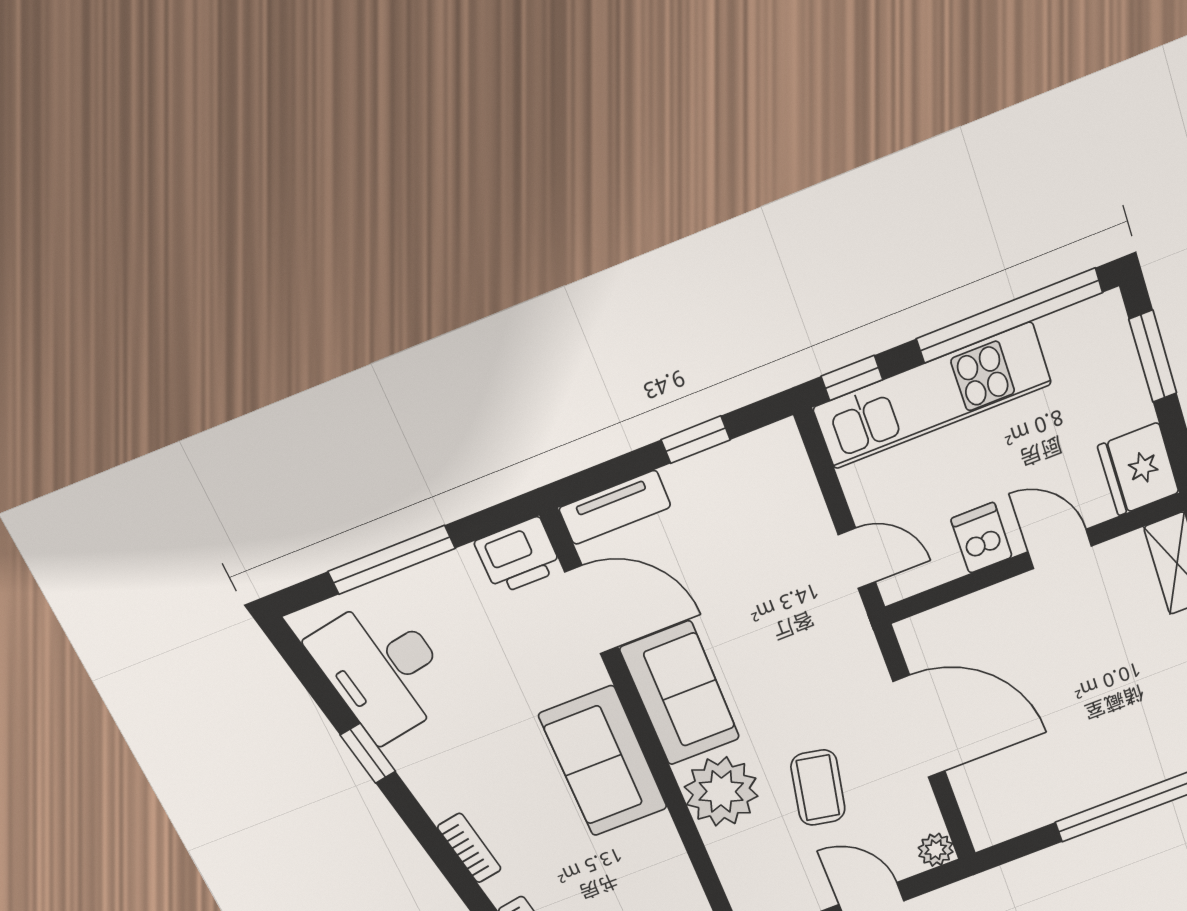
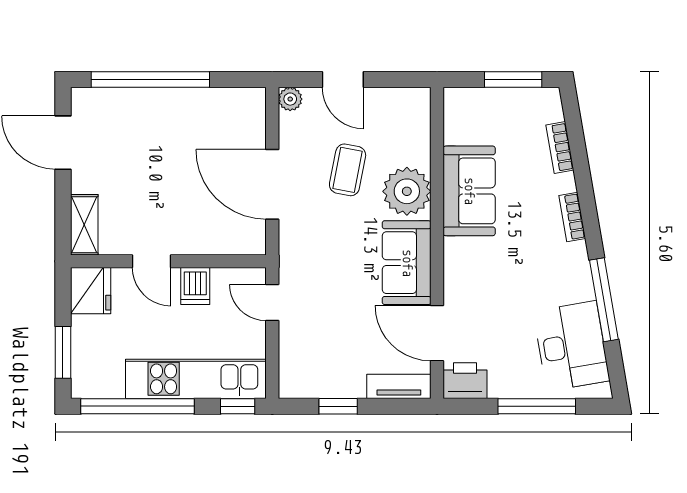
window: (368, 753) -> (604, 300), width x2.17
sofa: (603, 761) -> (469, 191), moved

